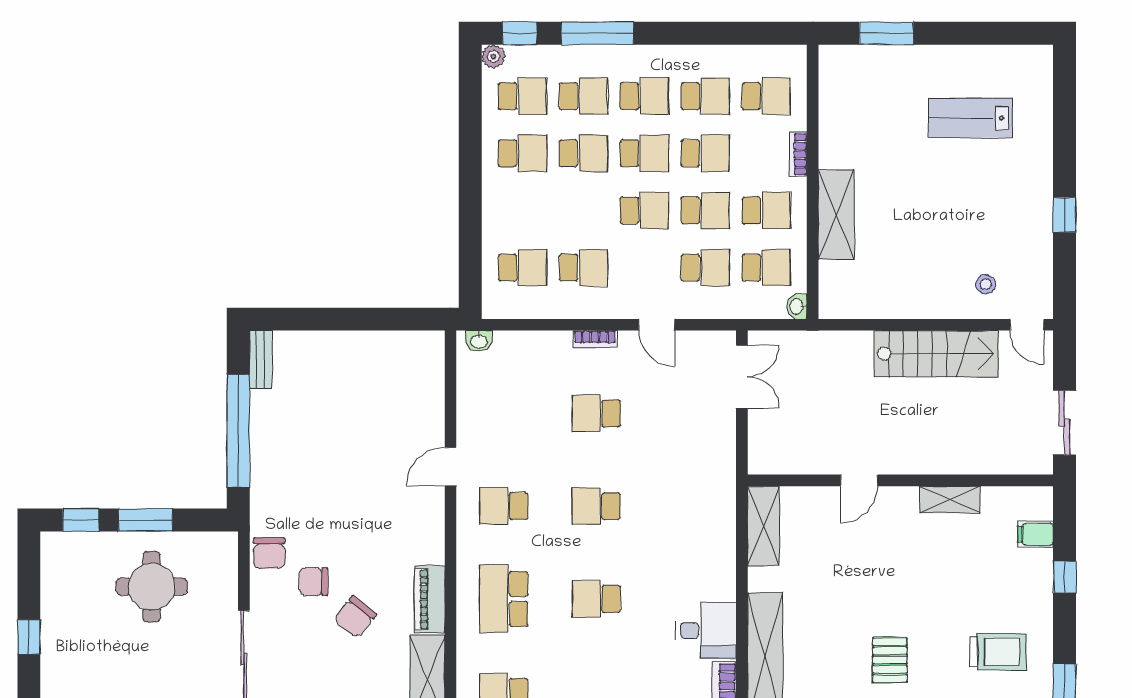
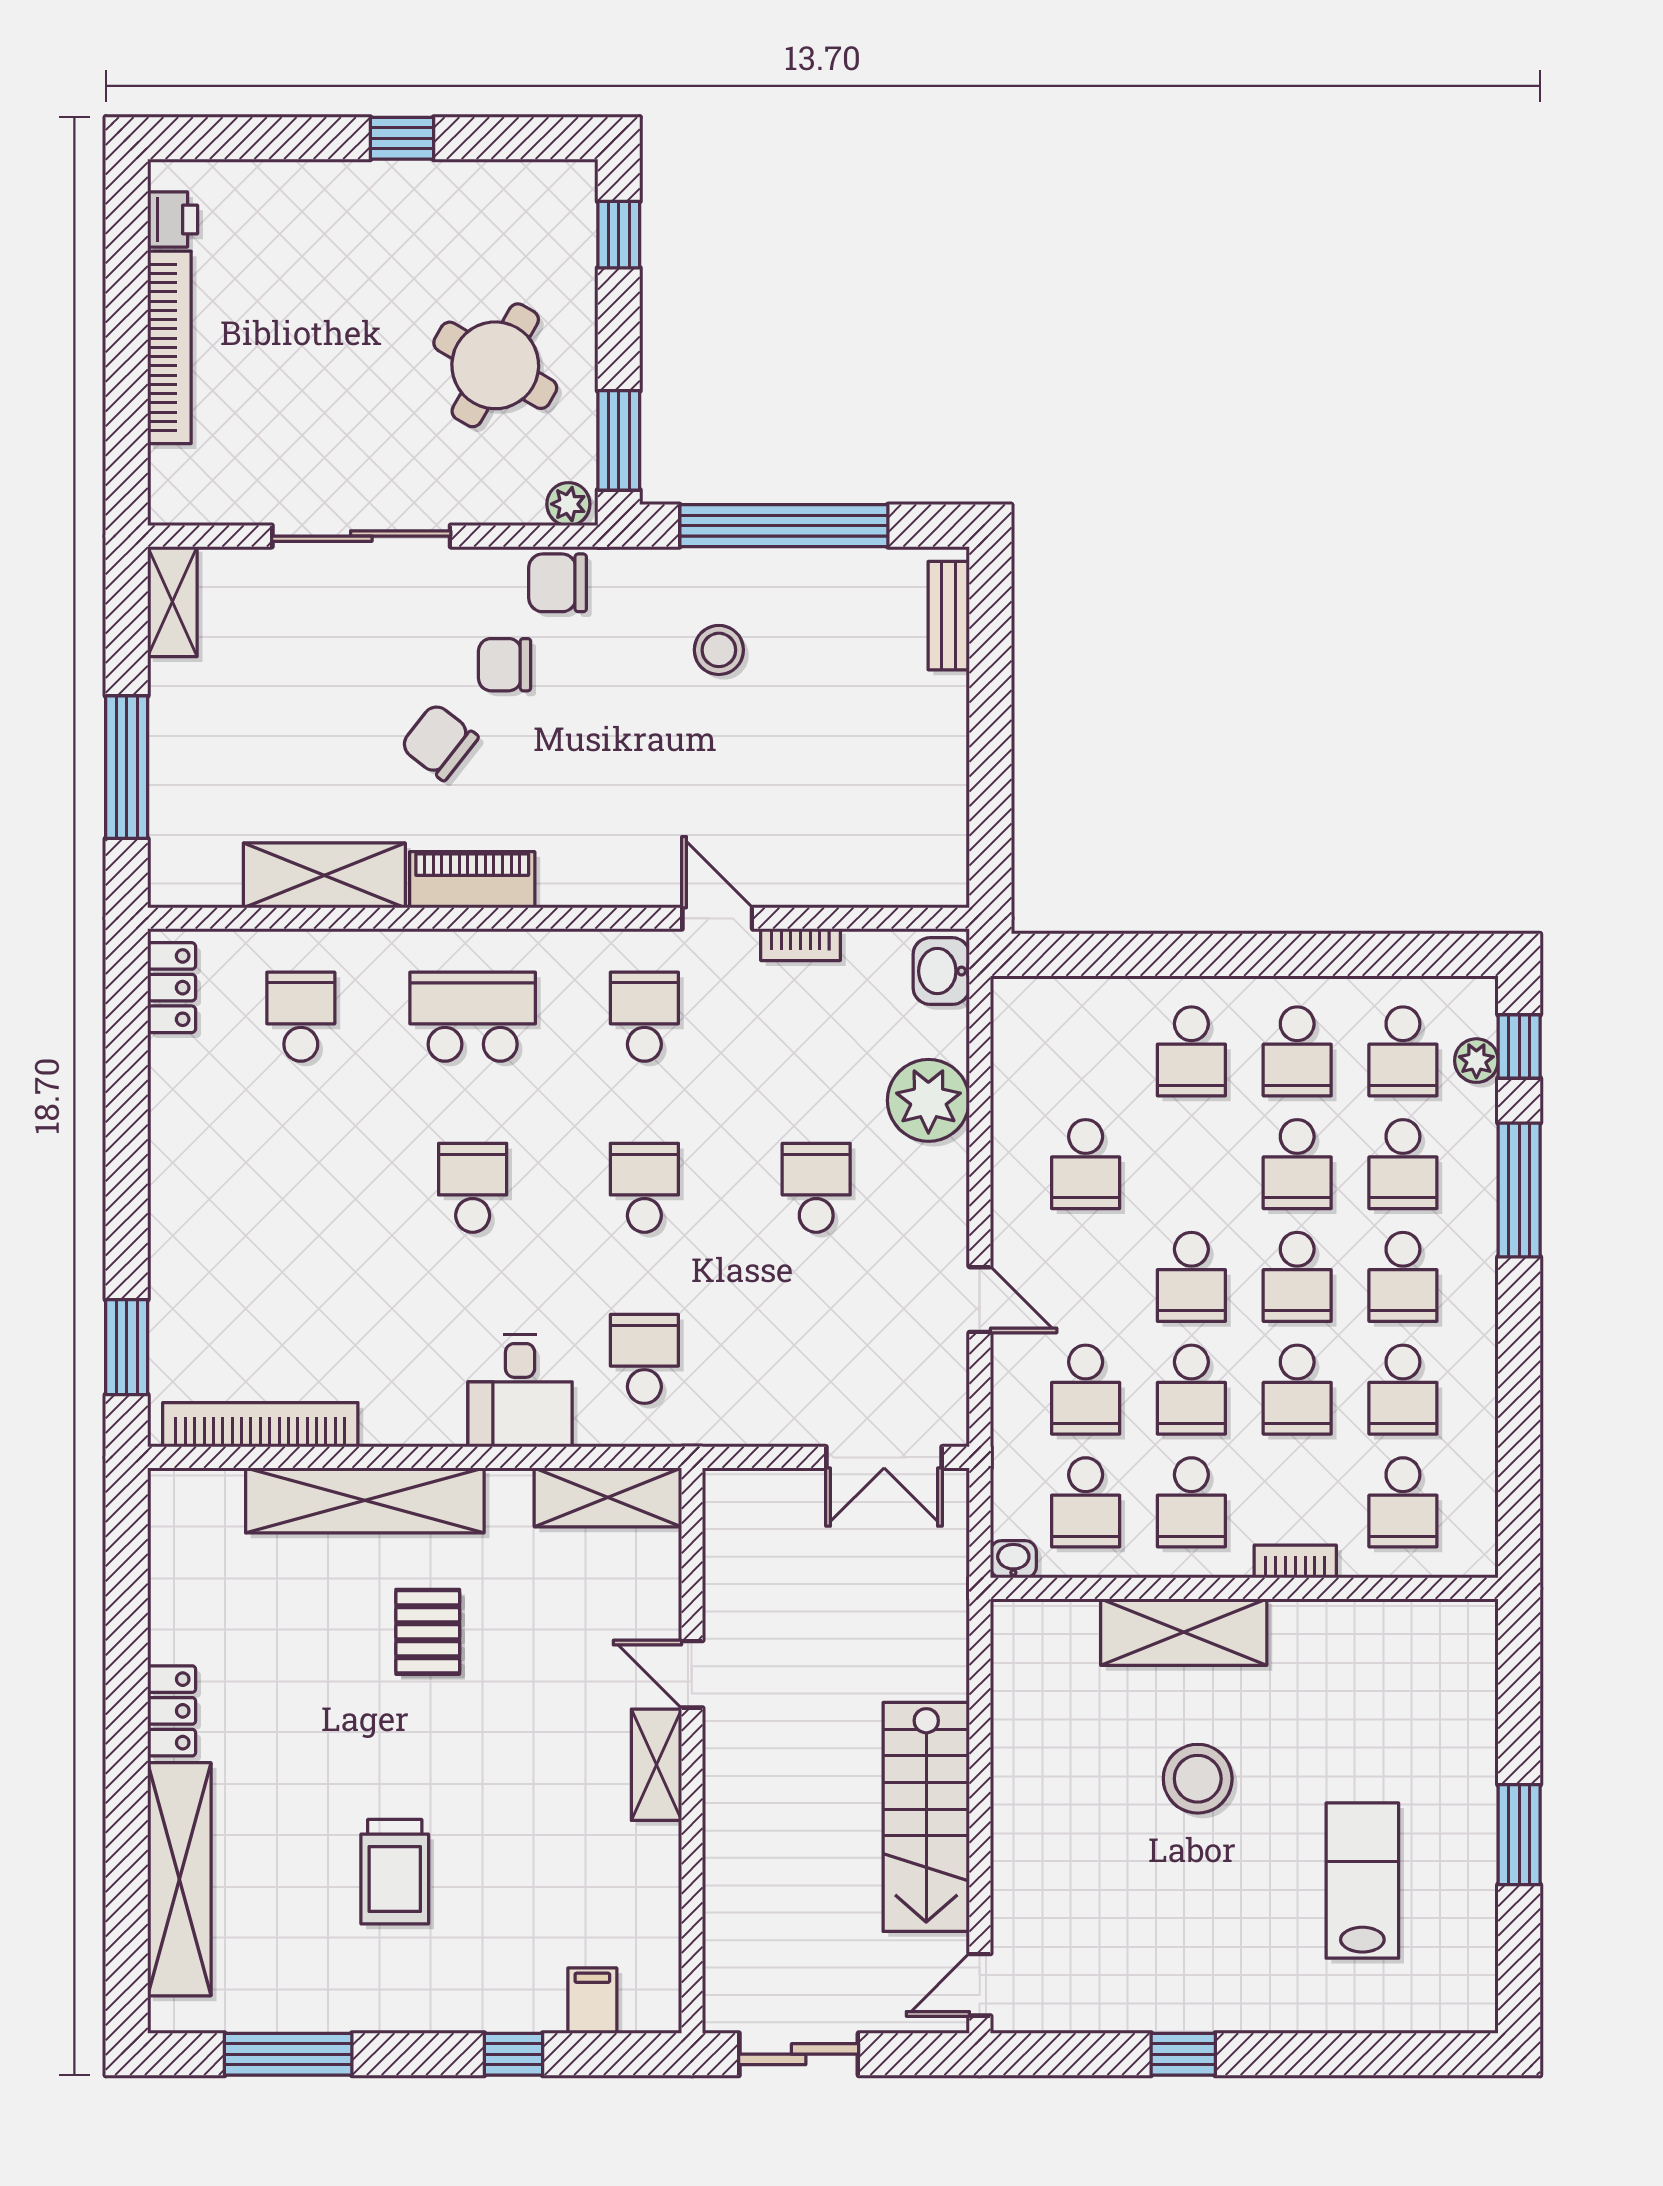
window: (886, 33) -> (1519, 1835), moved
plant: (493, 56) -> (1476, 1061), moved
school desk: (522, 268) -> (1191, 1051), moved
stool: (986, 284) -> (1198, 1779), moved, width x1.89, depth x1.89
door: (657, 325) -> (980, 1300), swing flipped
bookcase: (595, 339) -> (801, 945), moved, turned -90
washbasin: (479, 341) -> (941, 971), width x1.38, depth x1.45
plant: (549, 353) -> (928, 1100), added
bench: (261, 360) -> (949, 616), moved, turned 90
stool: (305, 466) -> (719, 650), added
shelving: (950, 500) -> (656, 1765), moved
school desk: (689, 506) -> (644, 1359), added
window: (145, 520) -> (619, 440), moved
plant: (227, 547) -> (568, 504), added
chair: (313, 582) -> (505, 665), turned -90
round table: (152, 587) -> (495, 365), turned 30
desk: (706, 630) -> (520, 1391), moved
trolley: (998, 652) -> (395, 1872), moved
pallet: (890, 660) -> (428, 1632), moved, turned 90

